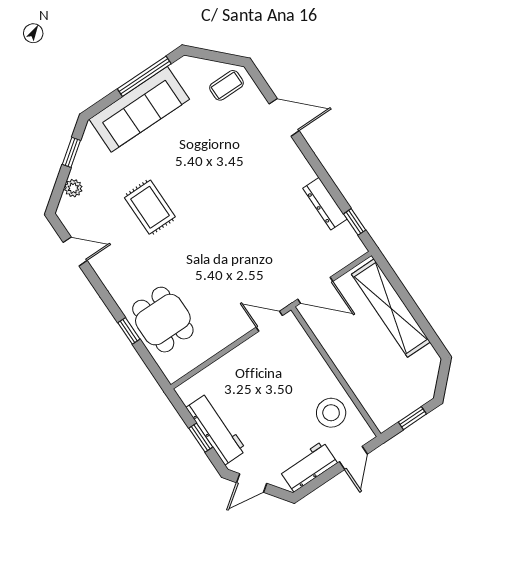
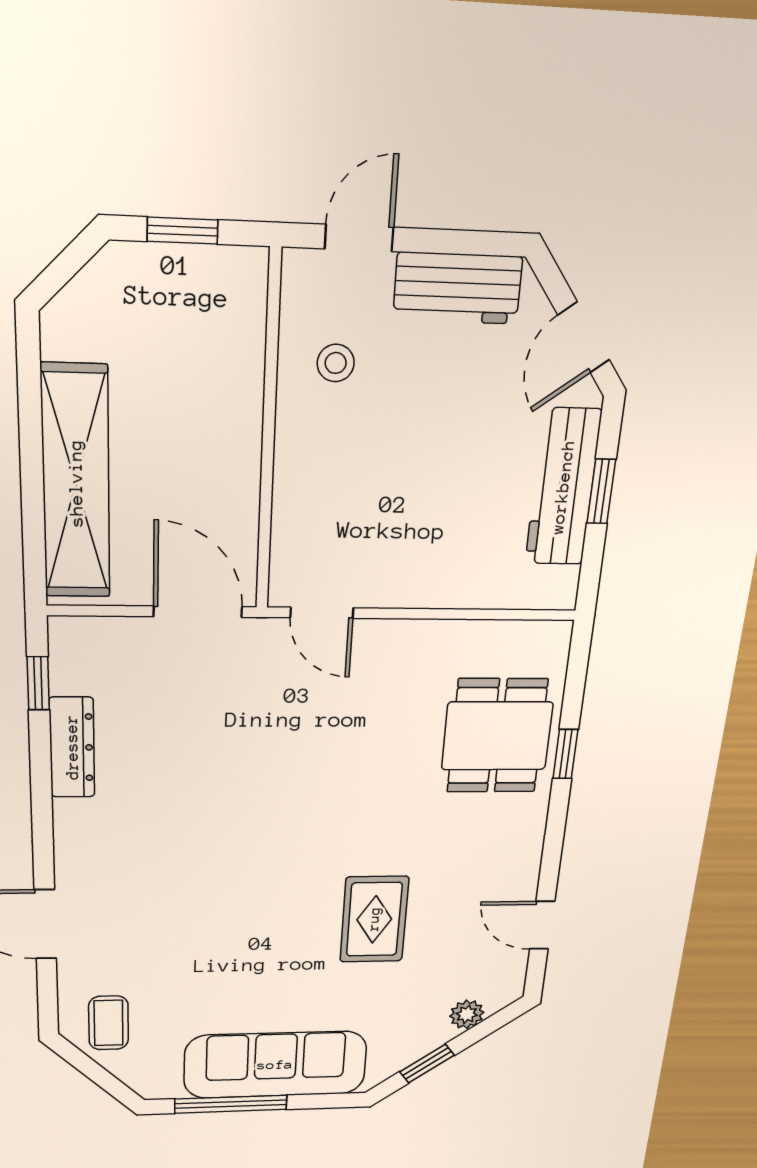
coffee table: (227, 85) -> (109, 1023), turned 90
stool: (331, 413) -> (336, 363), width x0.53, depth x0.53
door: (252, 483) -> (584, 337), swing flipped

